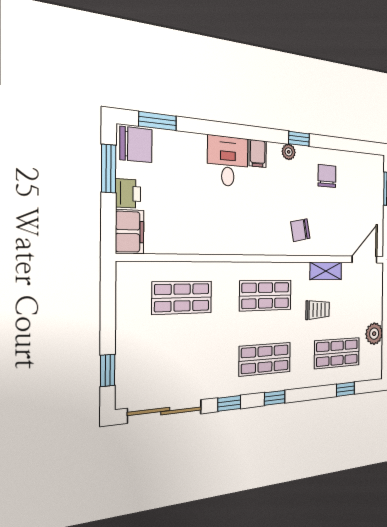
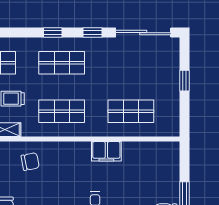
printer: (128, 193) -> (171, 182), removed
filing cabinet: (130, 232) -> (106, 151), moved, turned -90
window: (108, 370) -> (185, 81), moved

